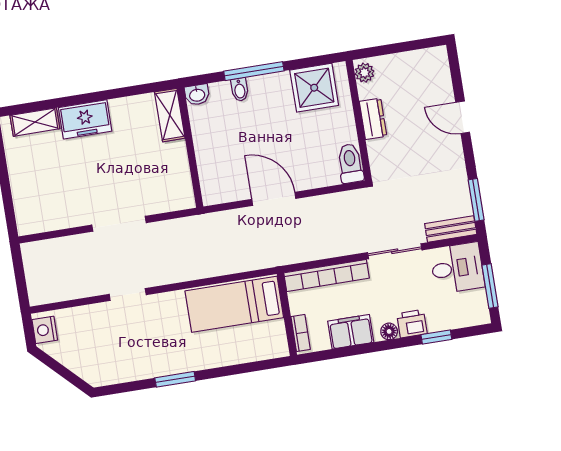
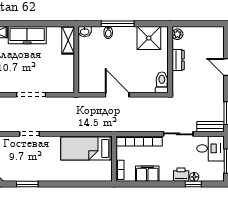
freezer: (85, 119) -> (27, 35), width x1.40
floor lamp: (389, 331) -> (194, 177), moved
window: (175, 379) -> (27, 184), moved

